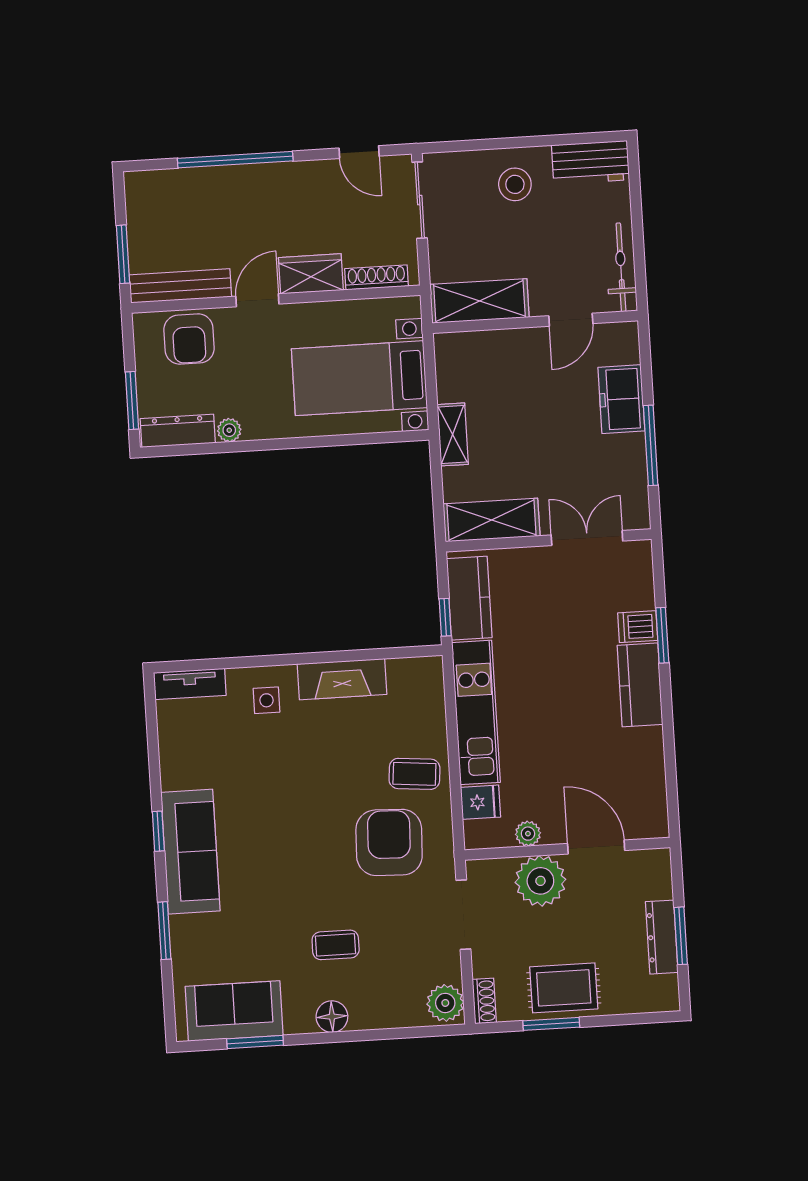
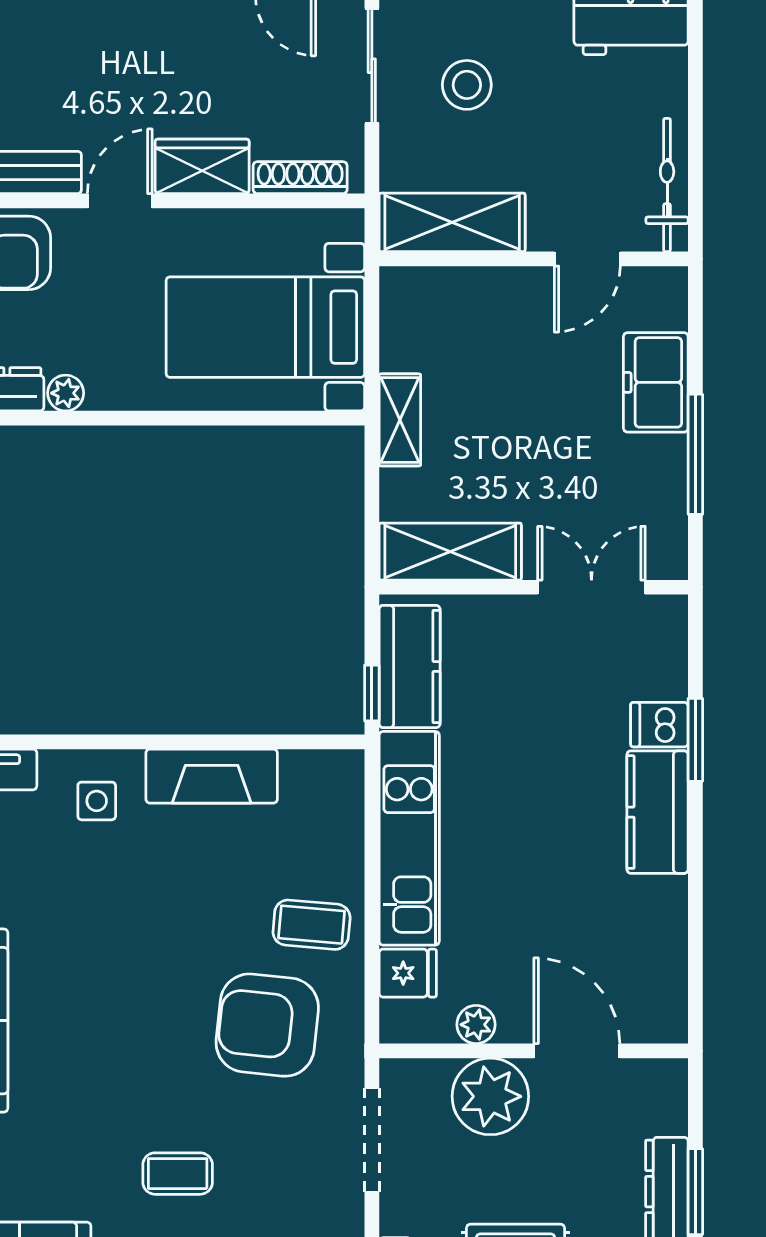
stool: (515, 184) -> (467, 85), moved
armchair: (389, 842) -> (267, 1025), turned -86

